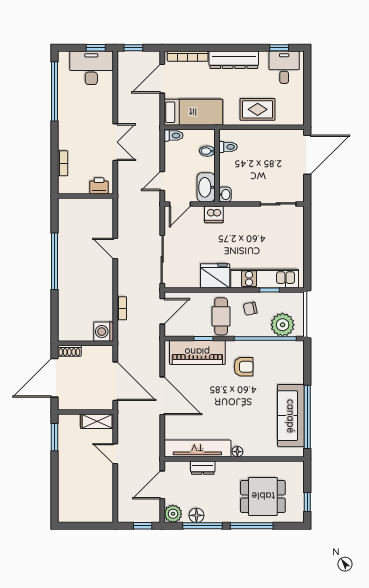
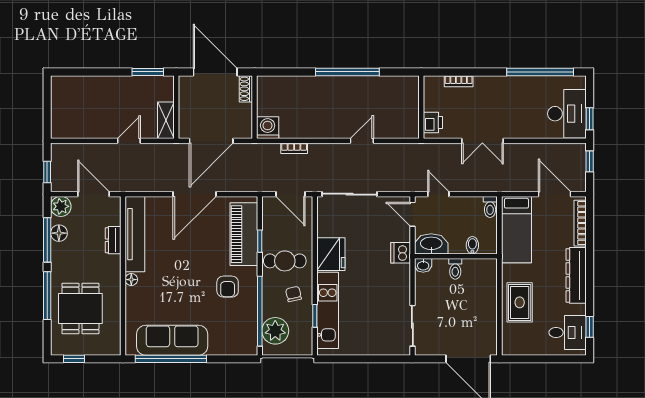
toilet: (228, 147) -> (455, 269), moved

